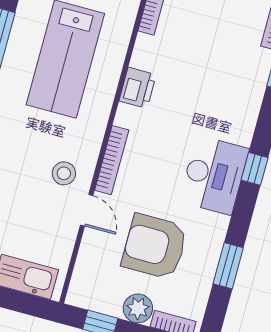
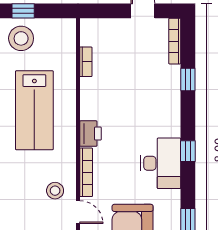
printer: (138, 88) -> (90, 134), moved

